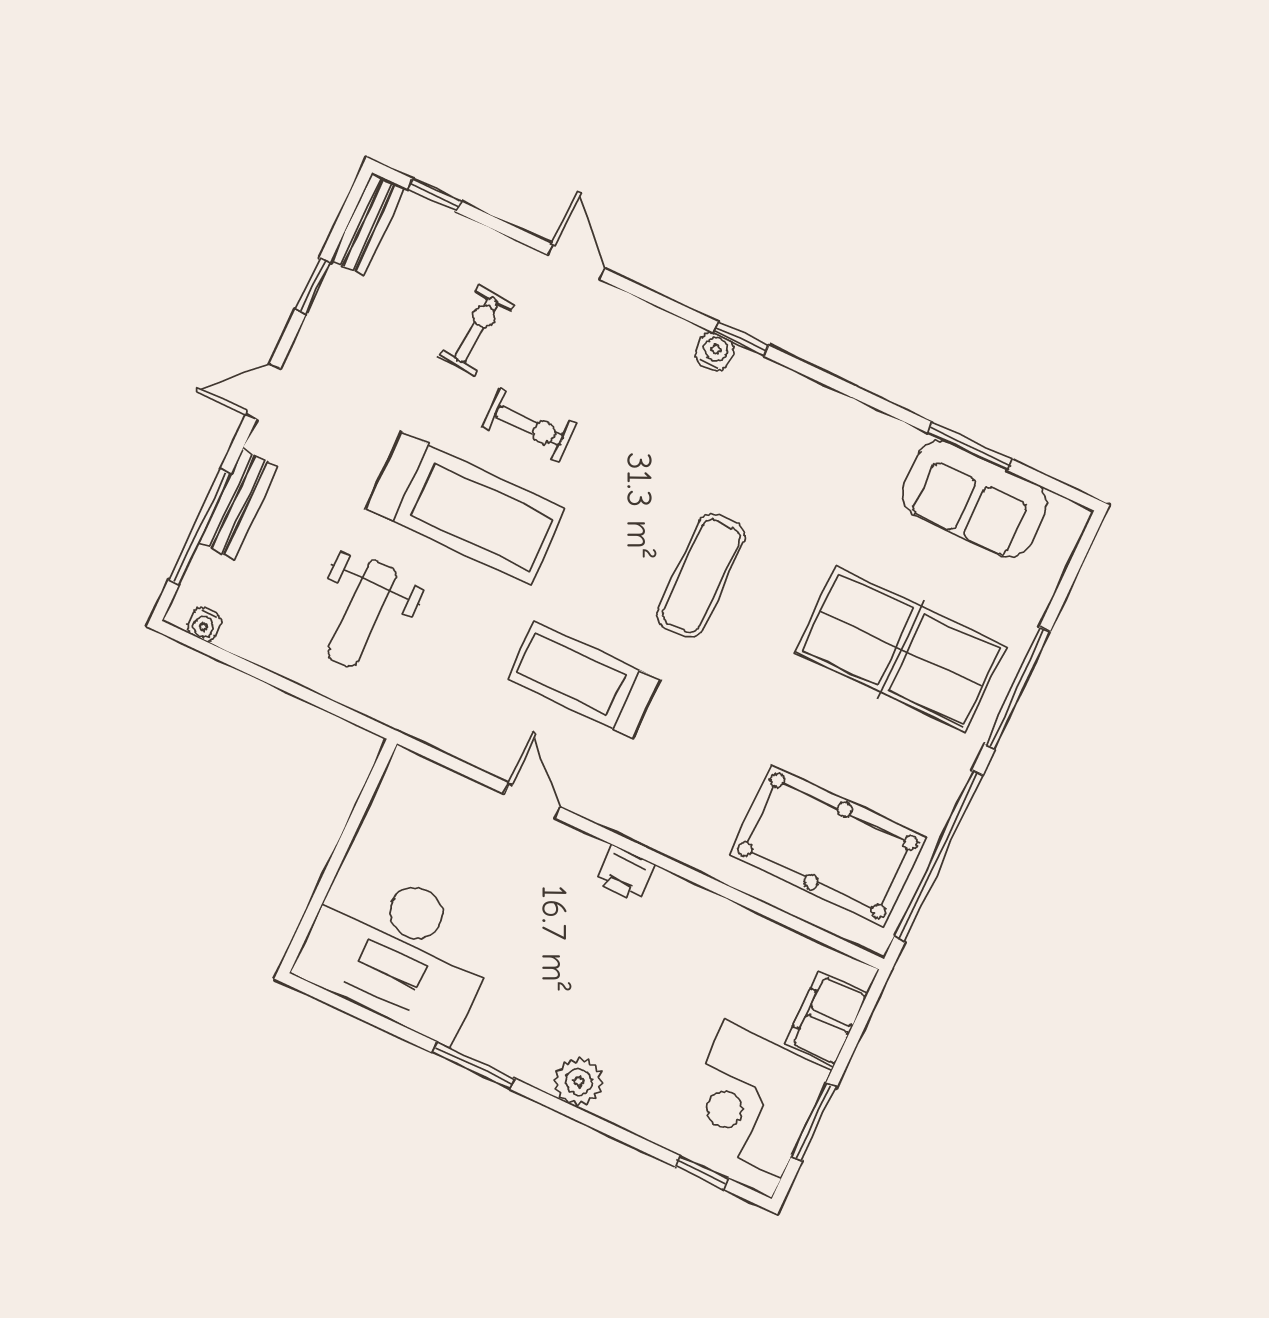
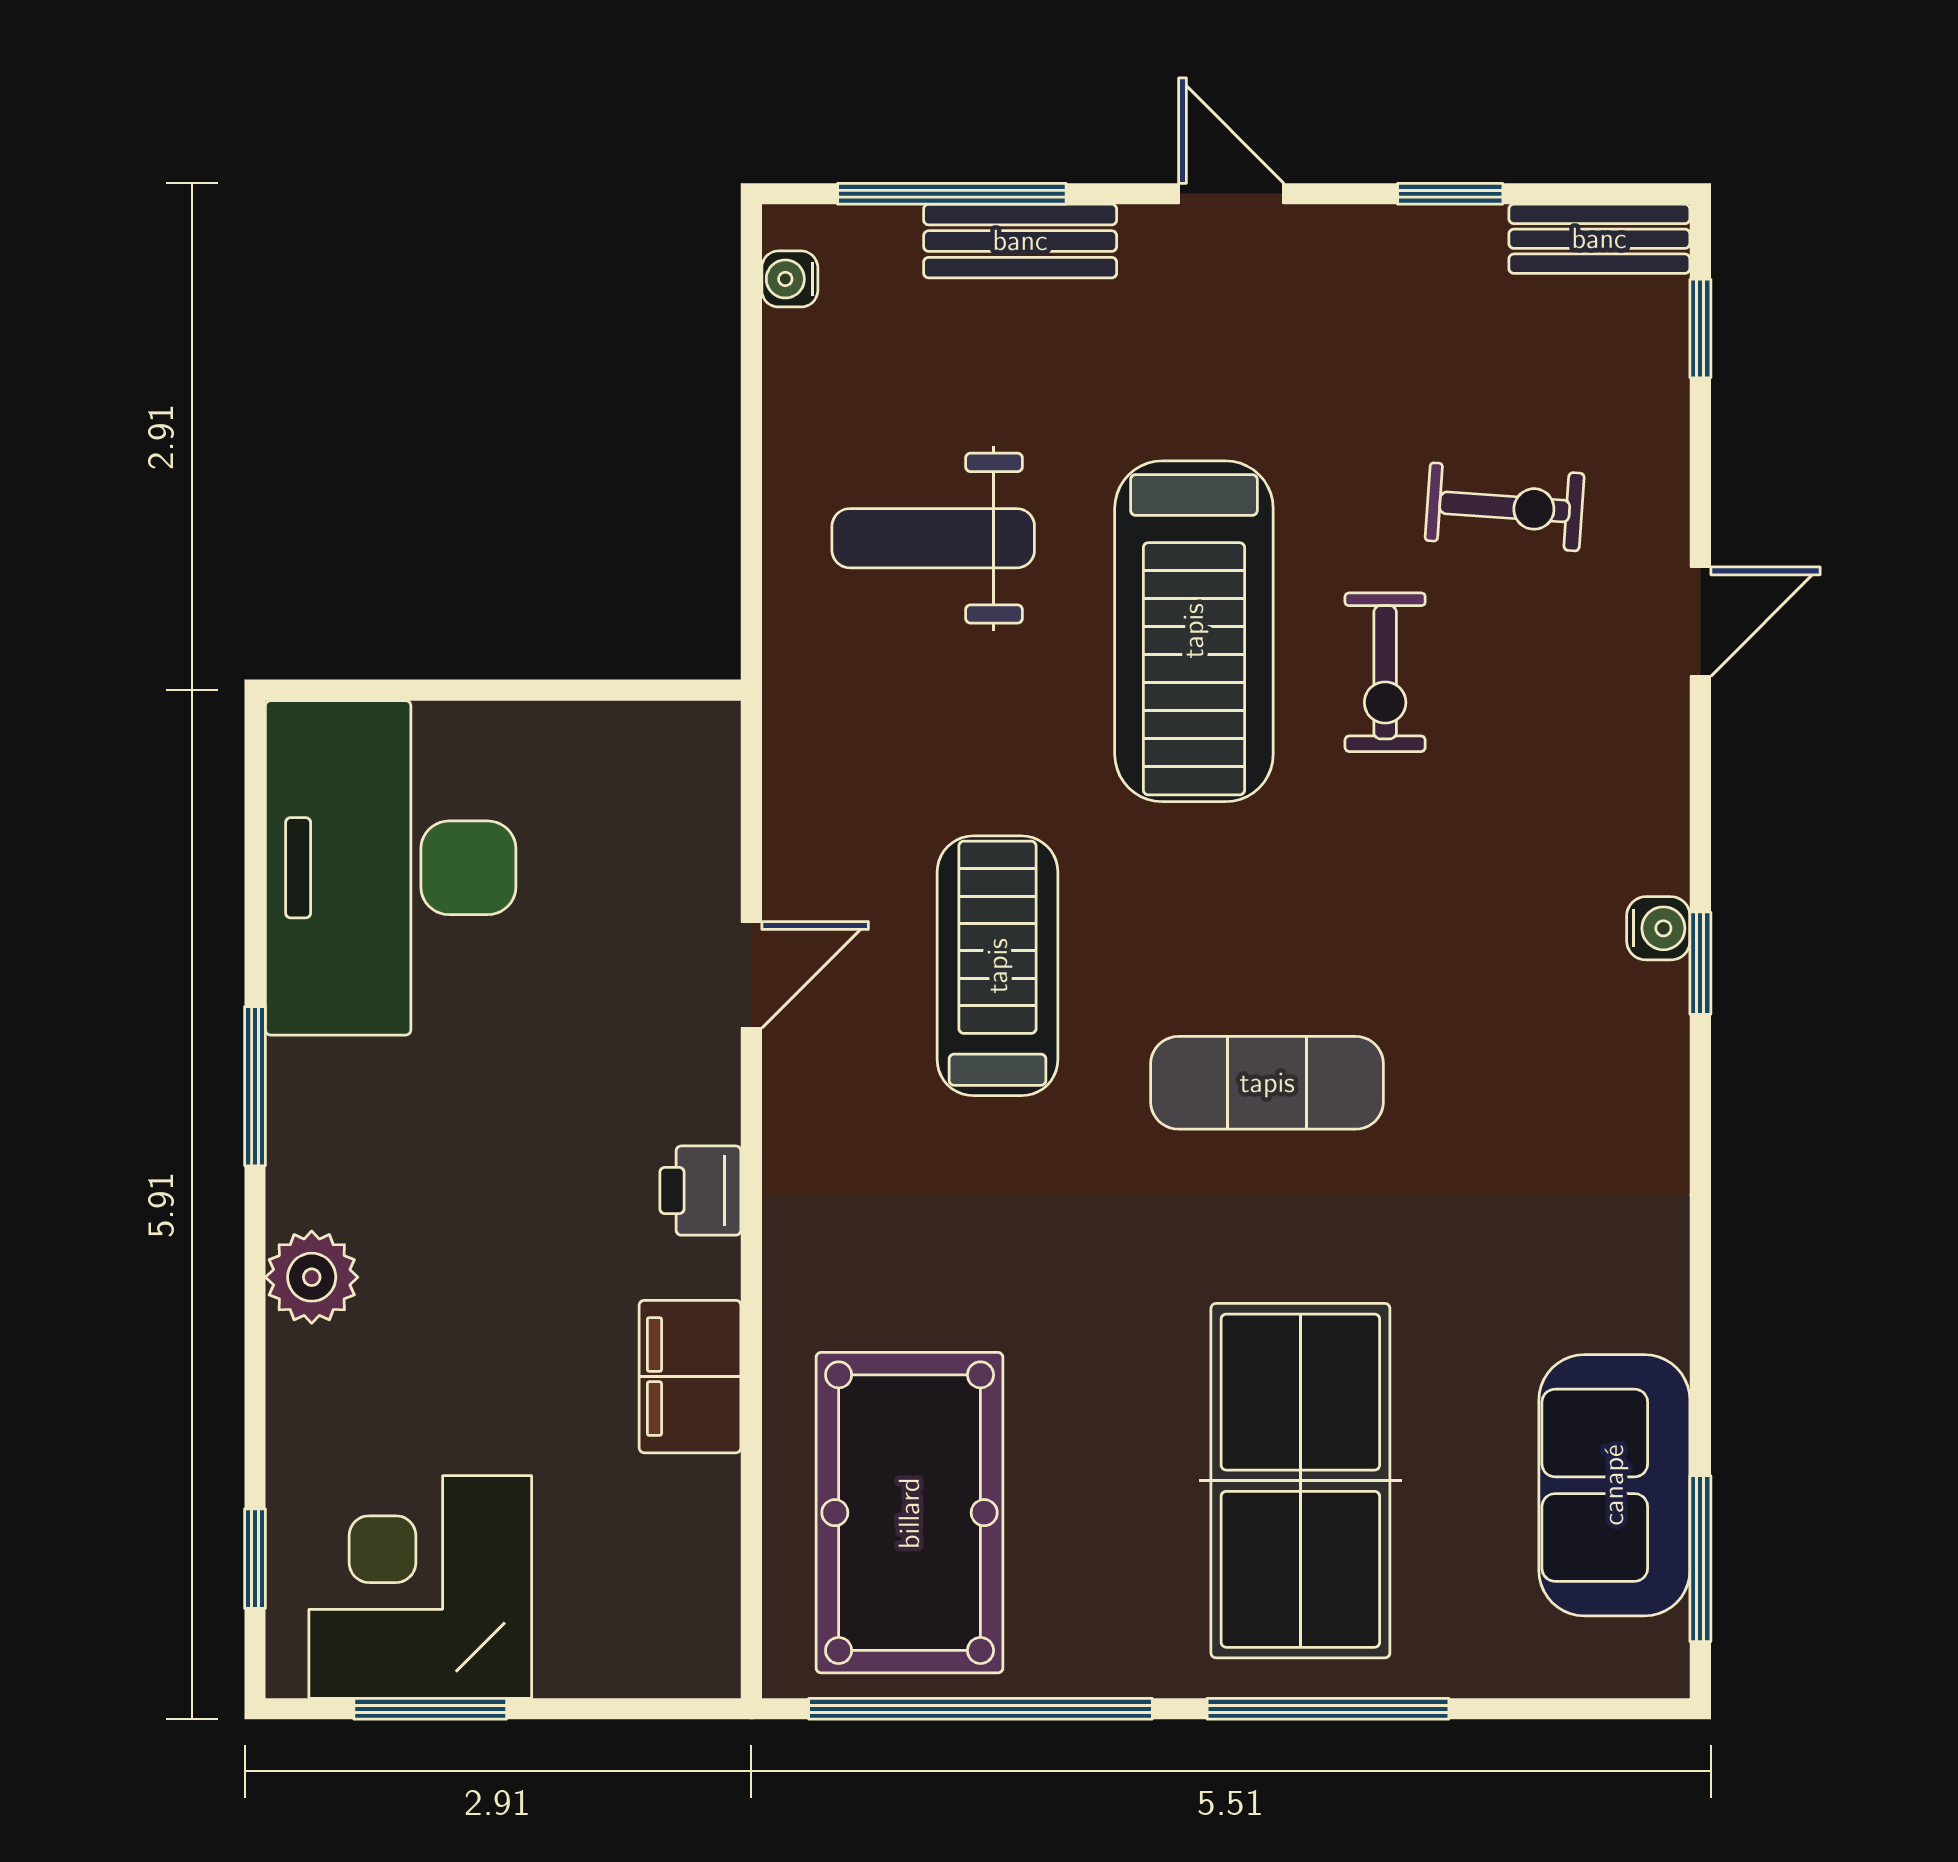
window: (970, 446) -> (1700, 1559), moved
filing cabinet: (826, 1019) -> (690, 1377), moved, turned -90

